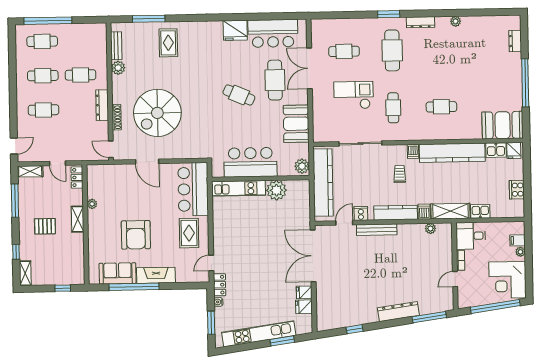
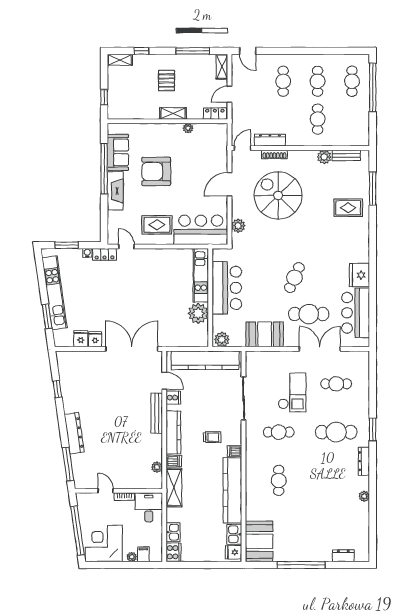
cafe table: (344, 51) -> (336, 384), turned 90
dresser: (102, 105) -> (270, 140), moved
plant: (188, 152) -> (238, 226), added
cooker: (517, 190) -> (173, 552), moved, turned 90
kitchen sink: (480, 211) -> (173, 532), moved

